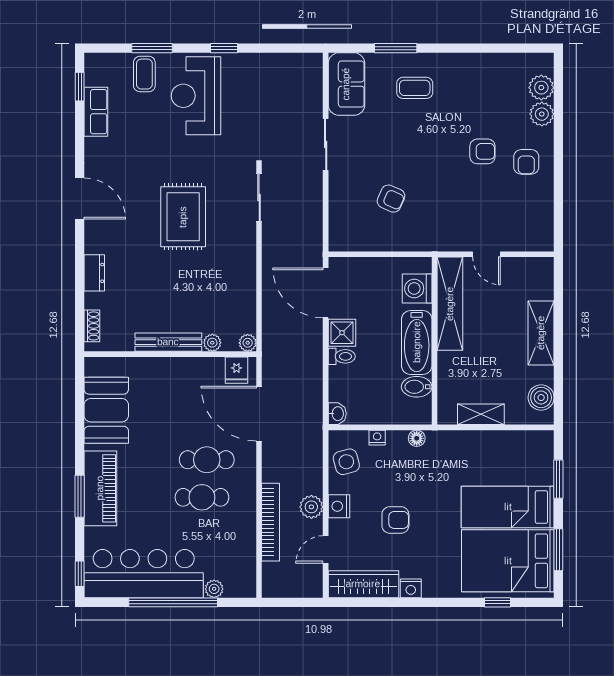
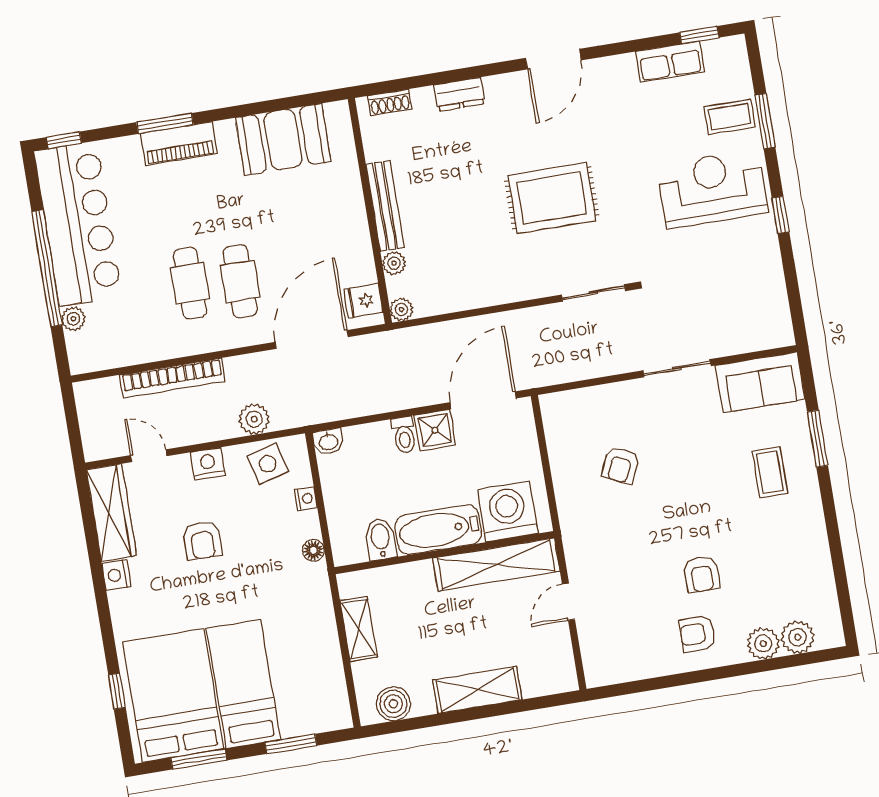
washing machine: (417, 288) -> (508, 511), width x1.37, depth x1.37
piano: (100, 488) -> (179, 144), width x0.73, depth x0.75
plant: (311, 507) -> (254, 419), moved

